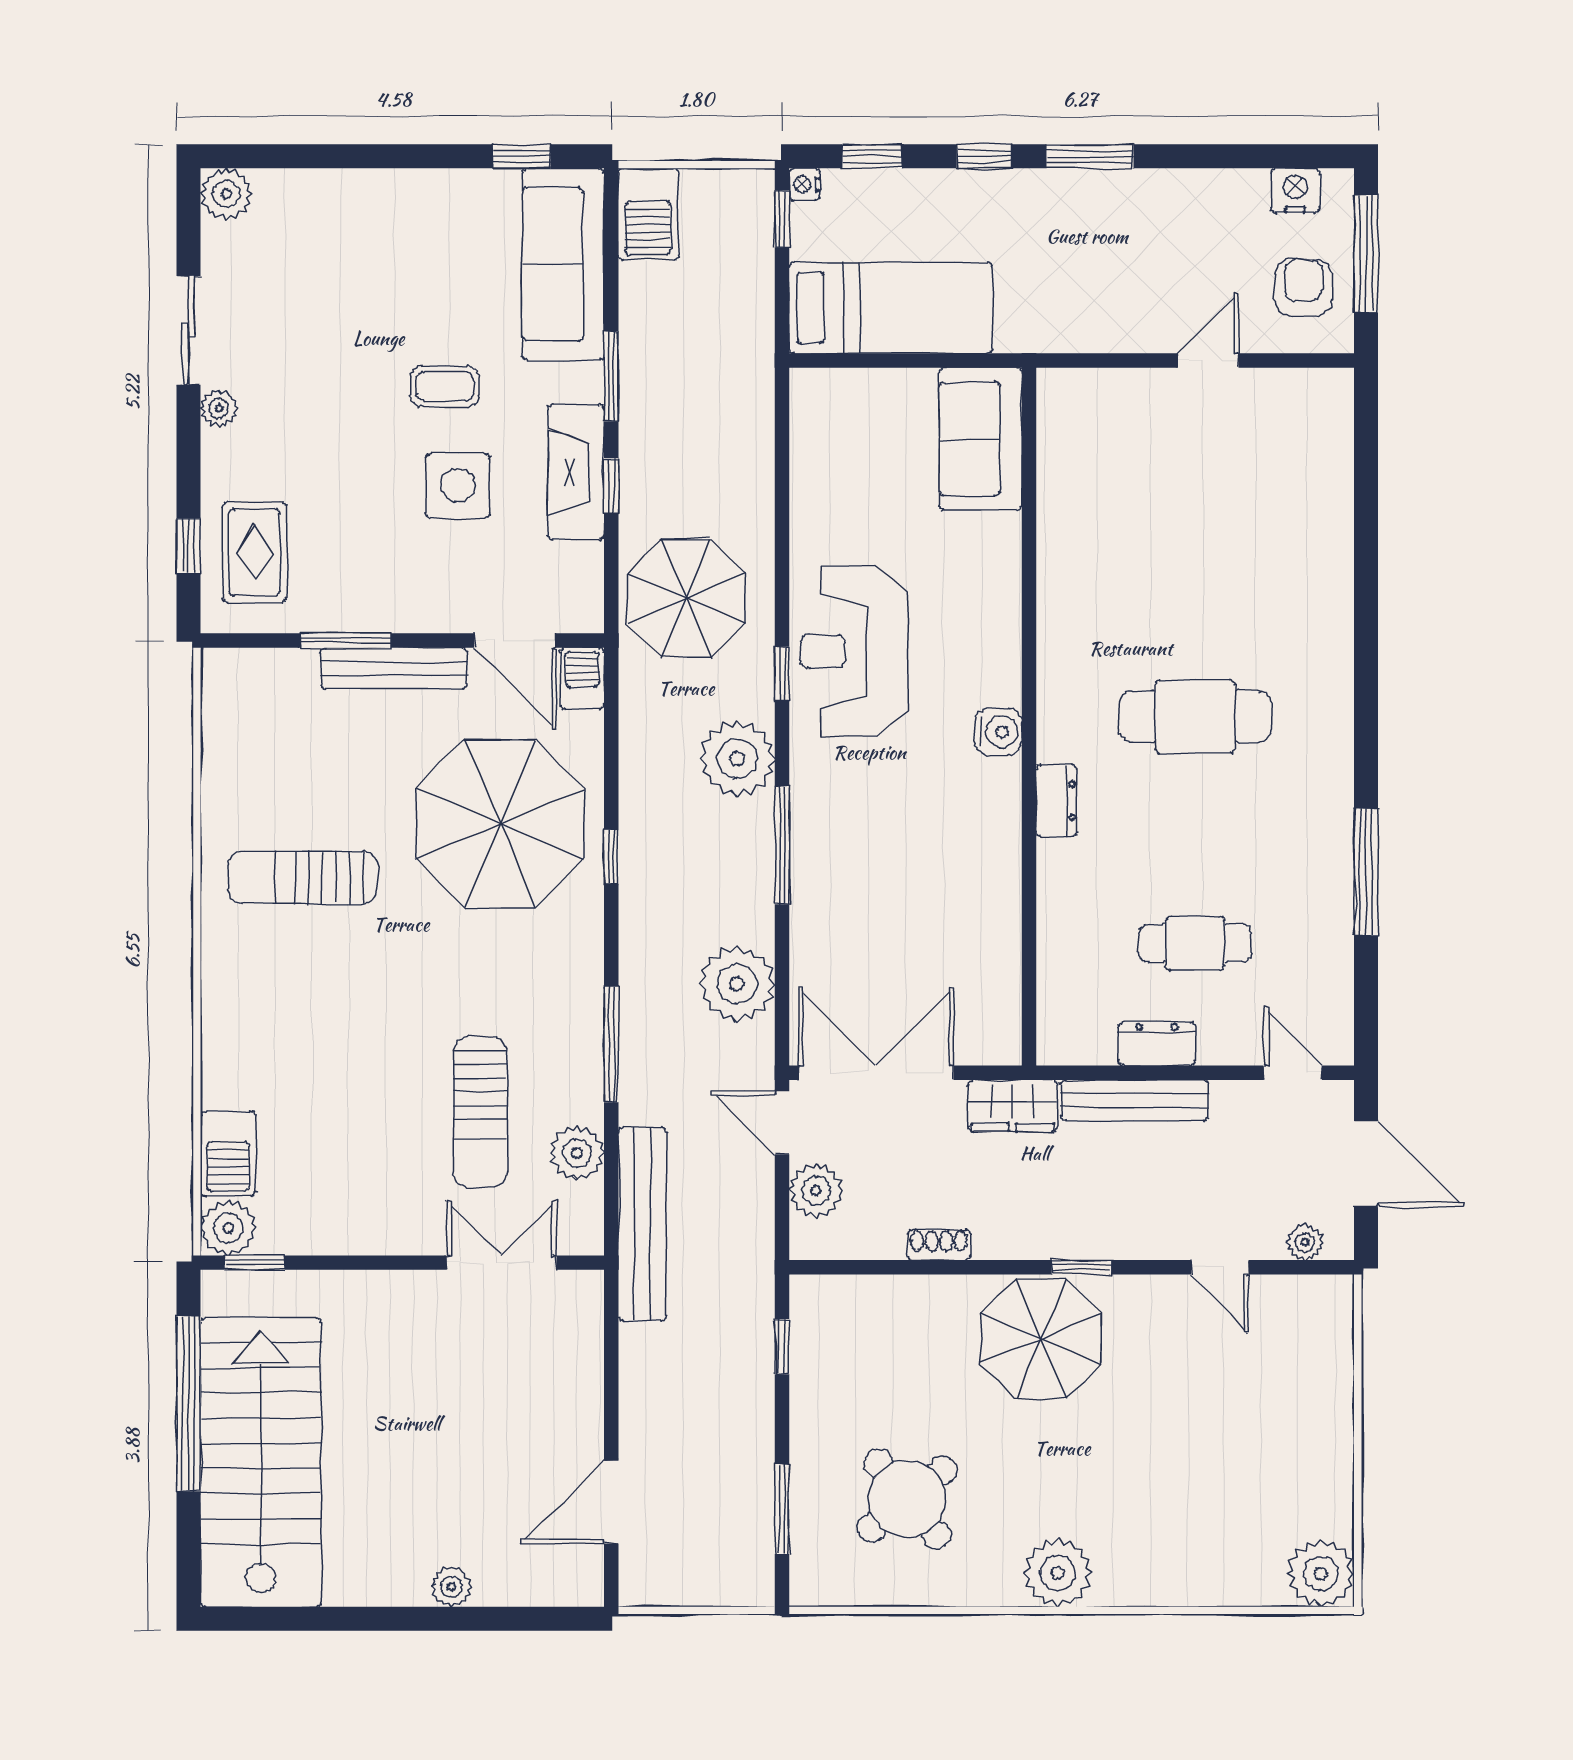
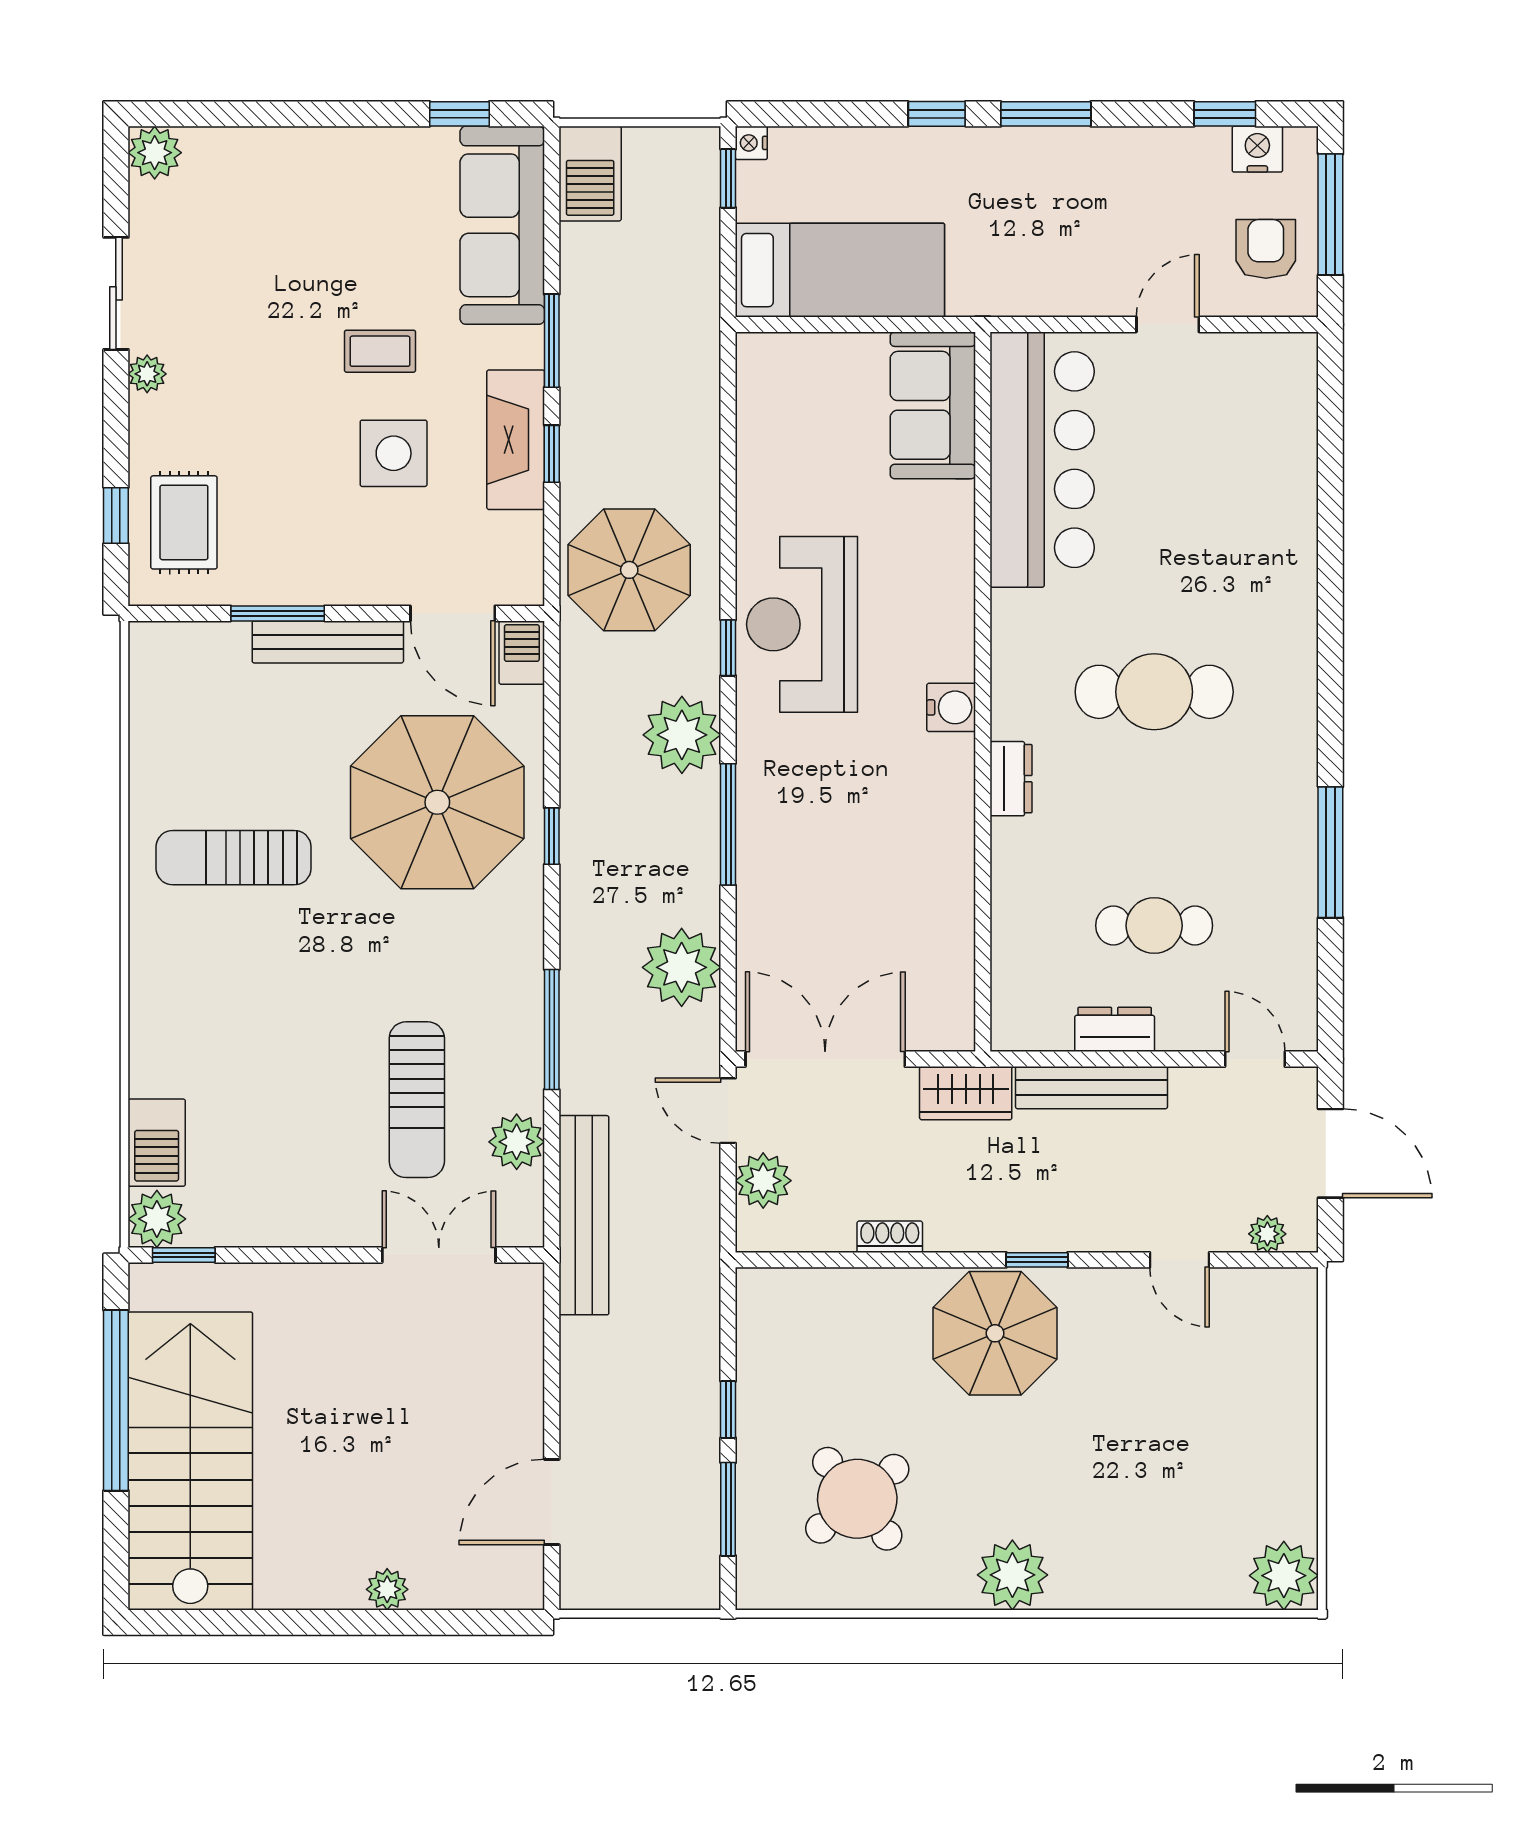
window: (872, 156) -> (1225, 114), moved
bar counter: (1087, 491) -> (1042, 460), added
window: (782, 1347) -> (728, 1410), moved

